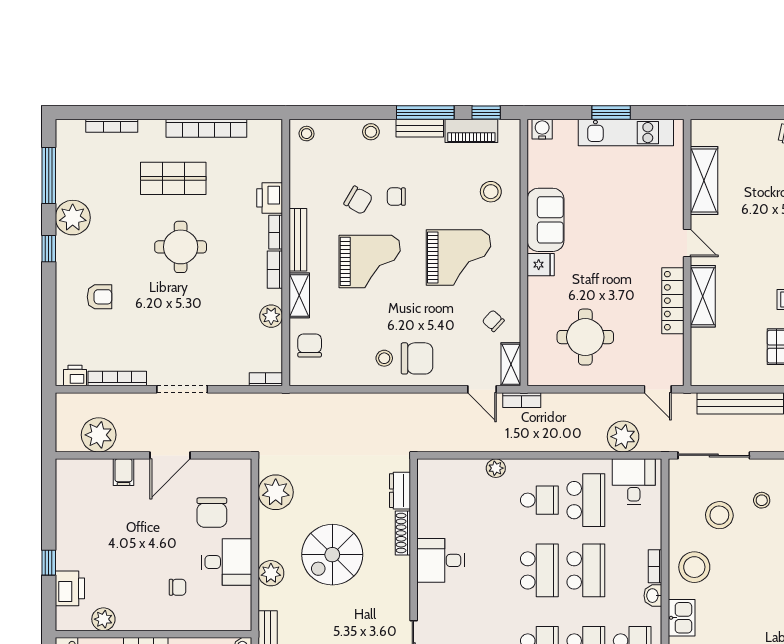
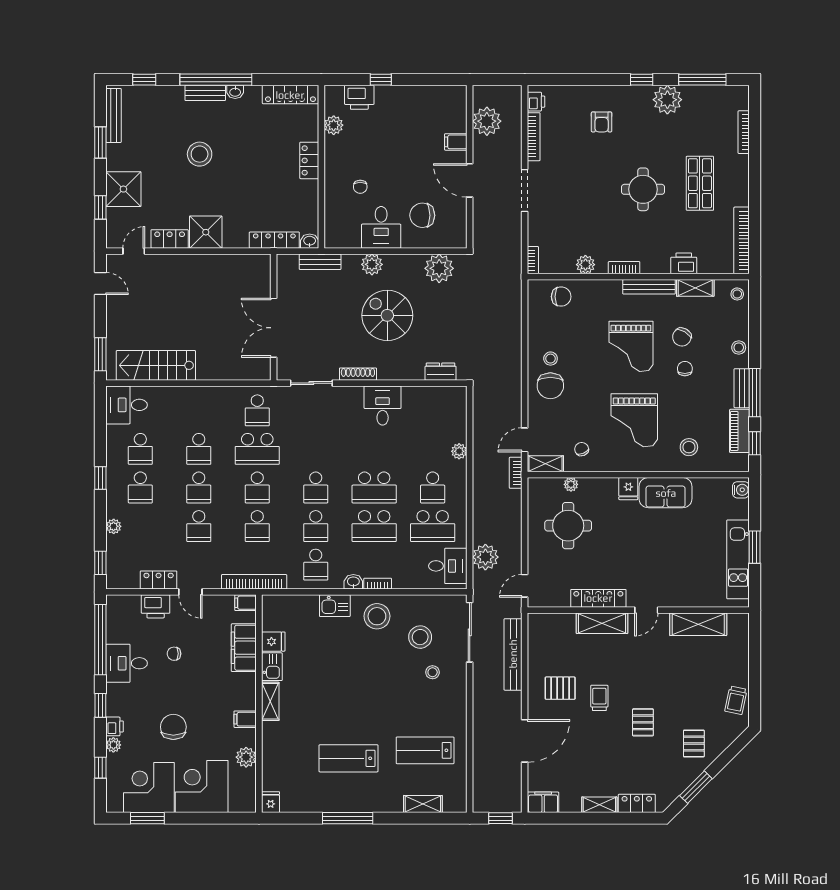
bookcase: (206, 128) -> (742, 240), moved
bookcase: (276, 232) -> (655, 268), removed
shelving: (299, 295) -> (695, 288), moved
chair: (493, 321) -> (582, 449), turned -66
plant: (536, 334) -> (571, 484), added
shoe rack: (403, 533) -> (358, 374), moved

